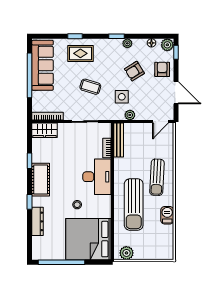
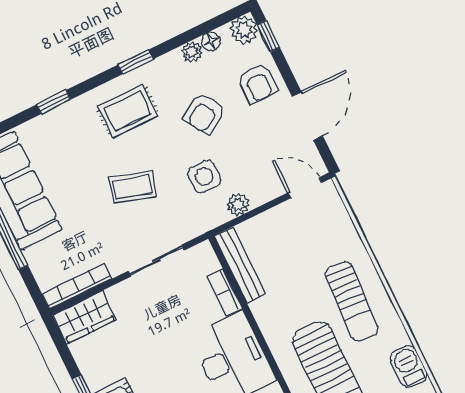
plant: (127, 43) -> (192, 52), moved
rug: (80, 53) -> (128, 111), moved
armchair: (162, 69) -> (258, 83), turned 180
door: (176, 93) -> (307, 116), hinge flipped
door: (161, 122) -> (305, 188), swing flipped

